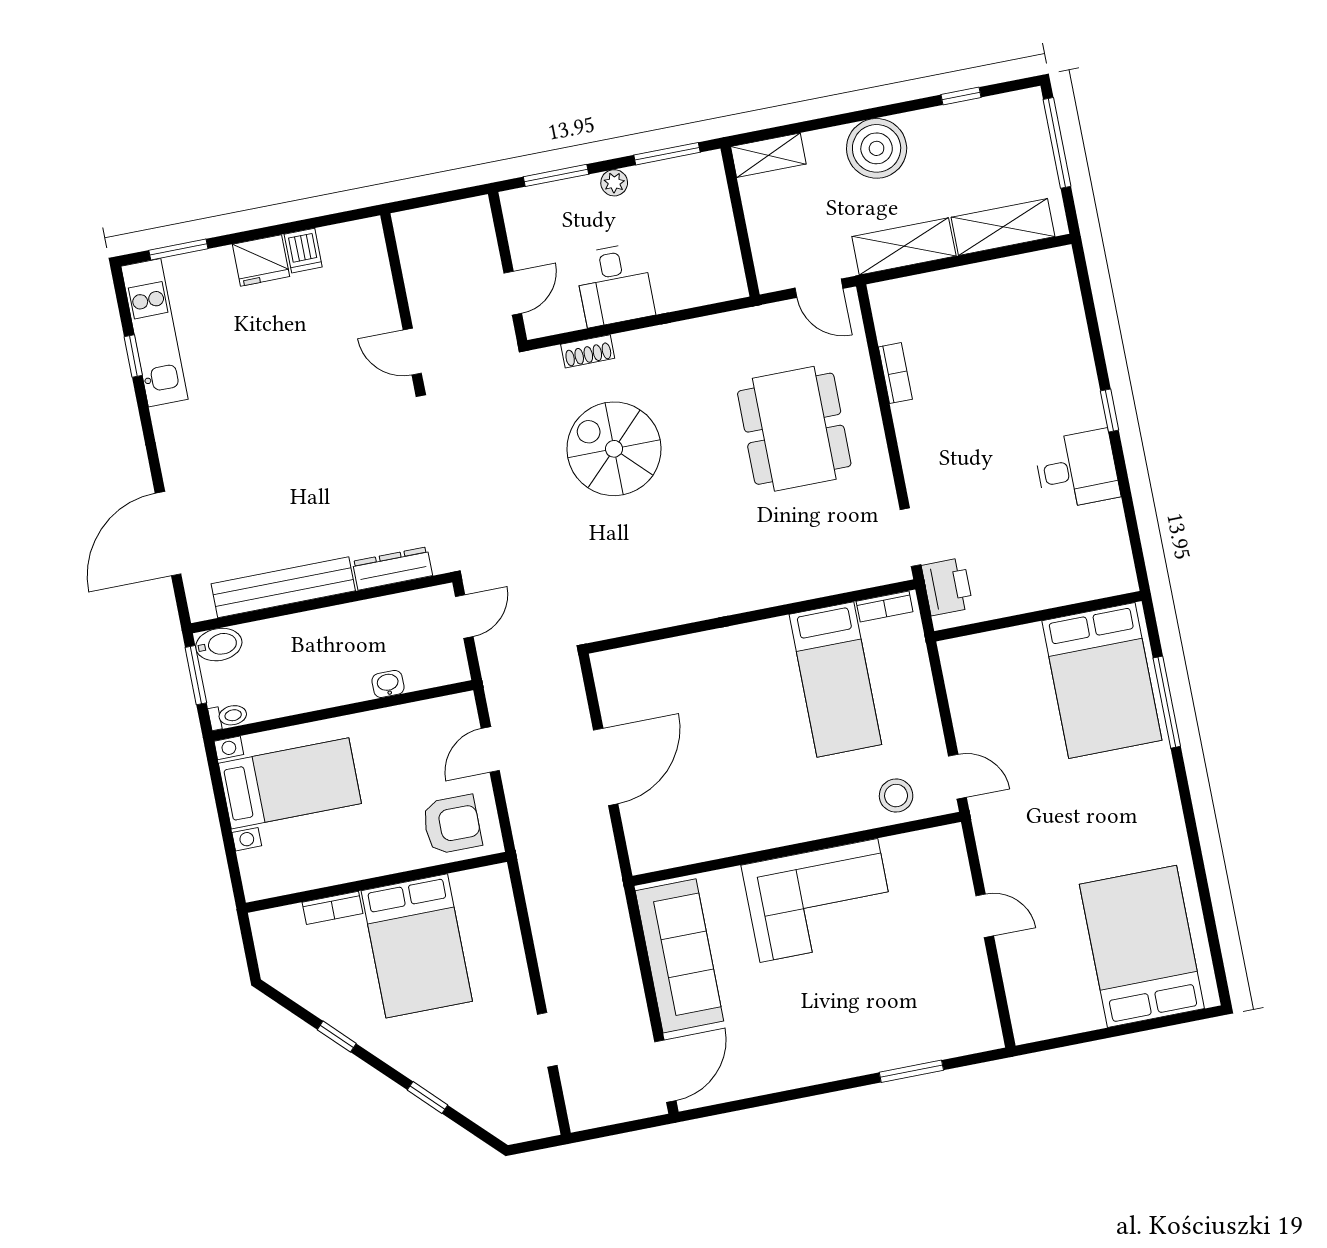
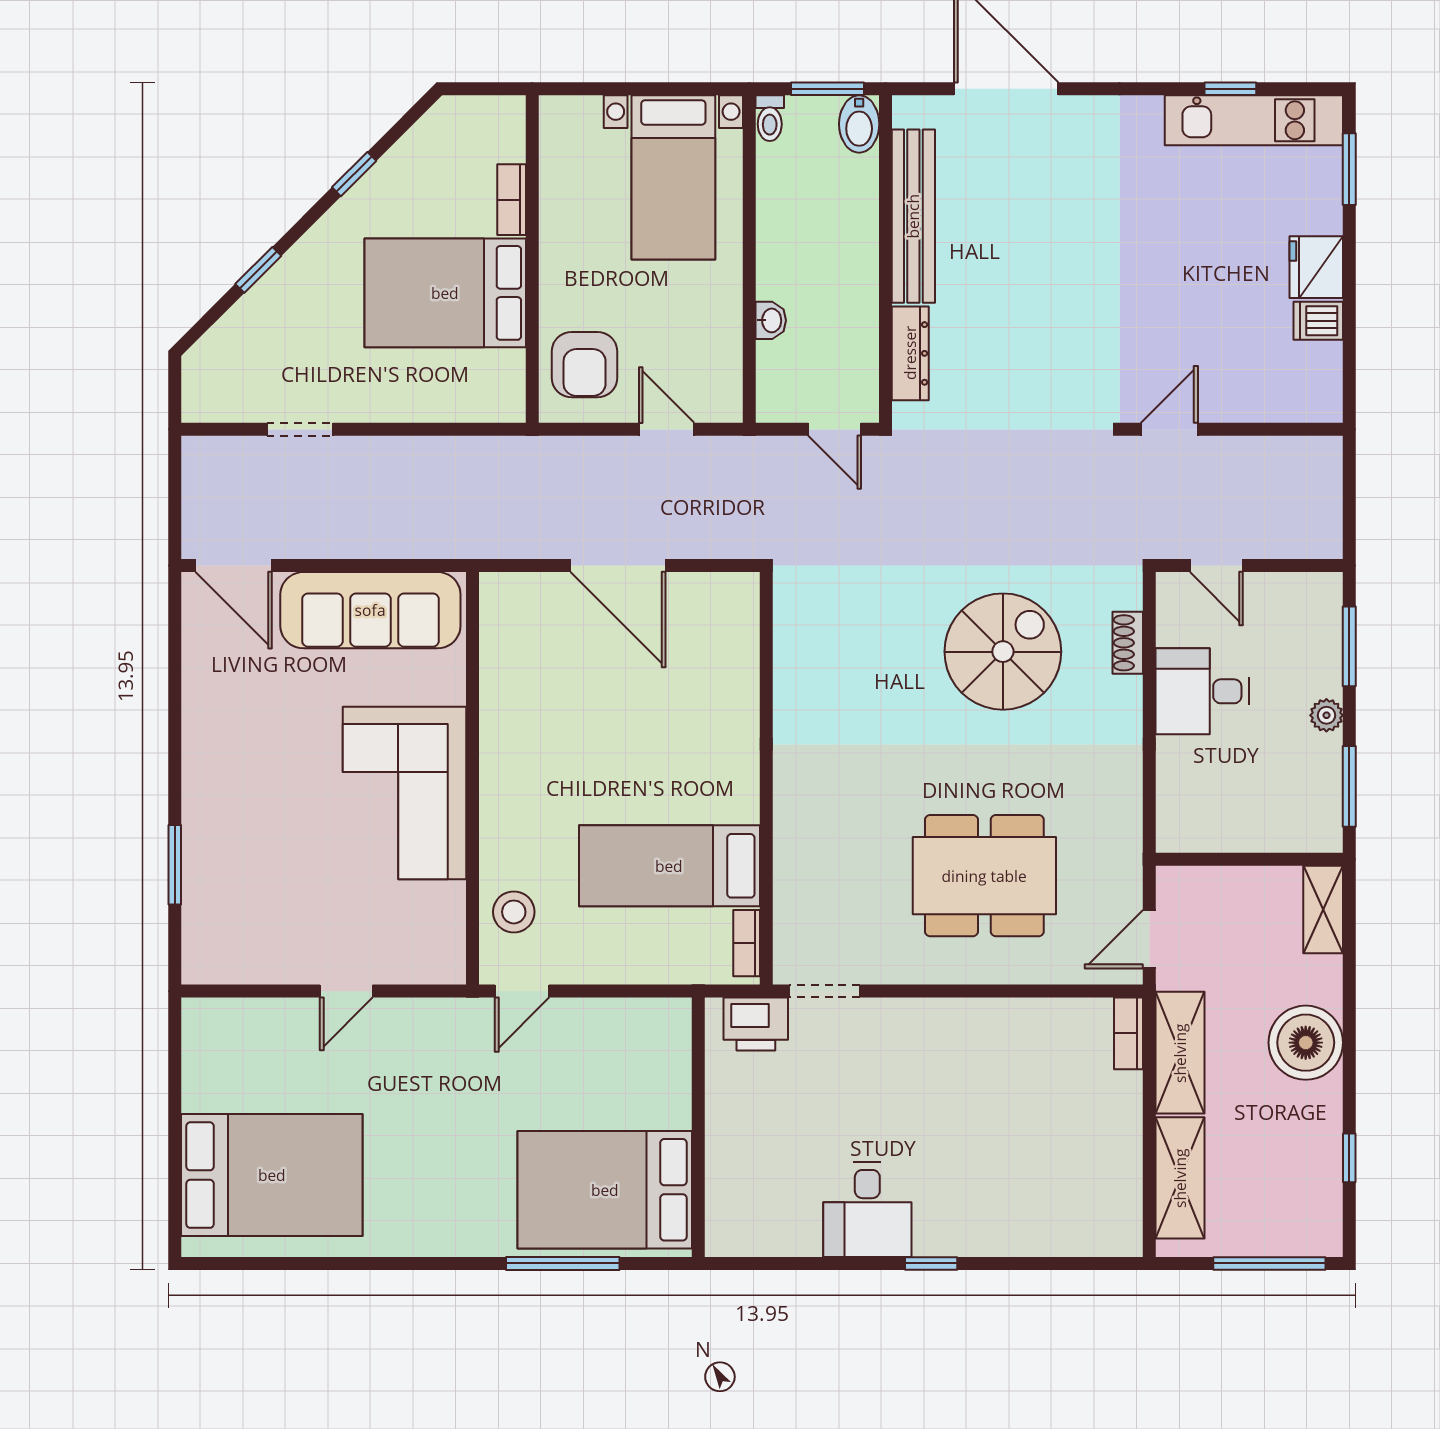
bookcase: (895, 373) -> (1129, 1033), moved, turned 90

